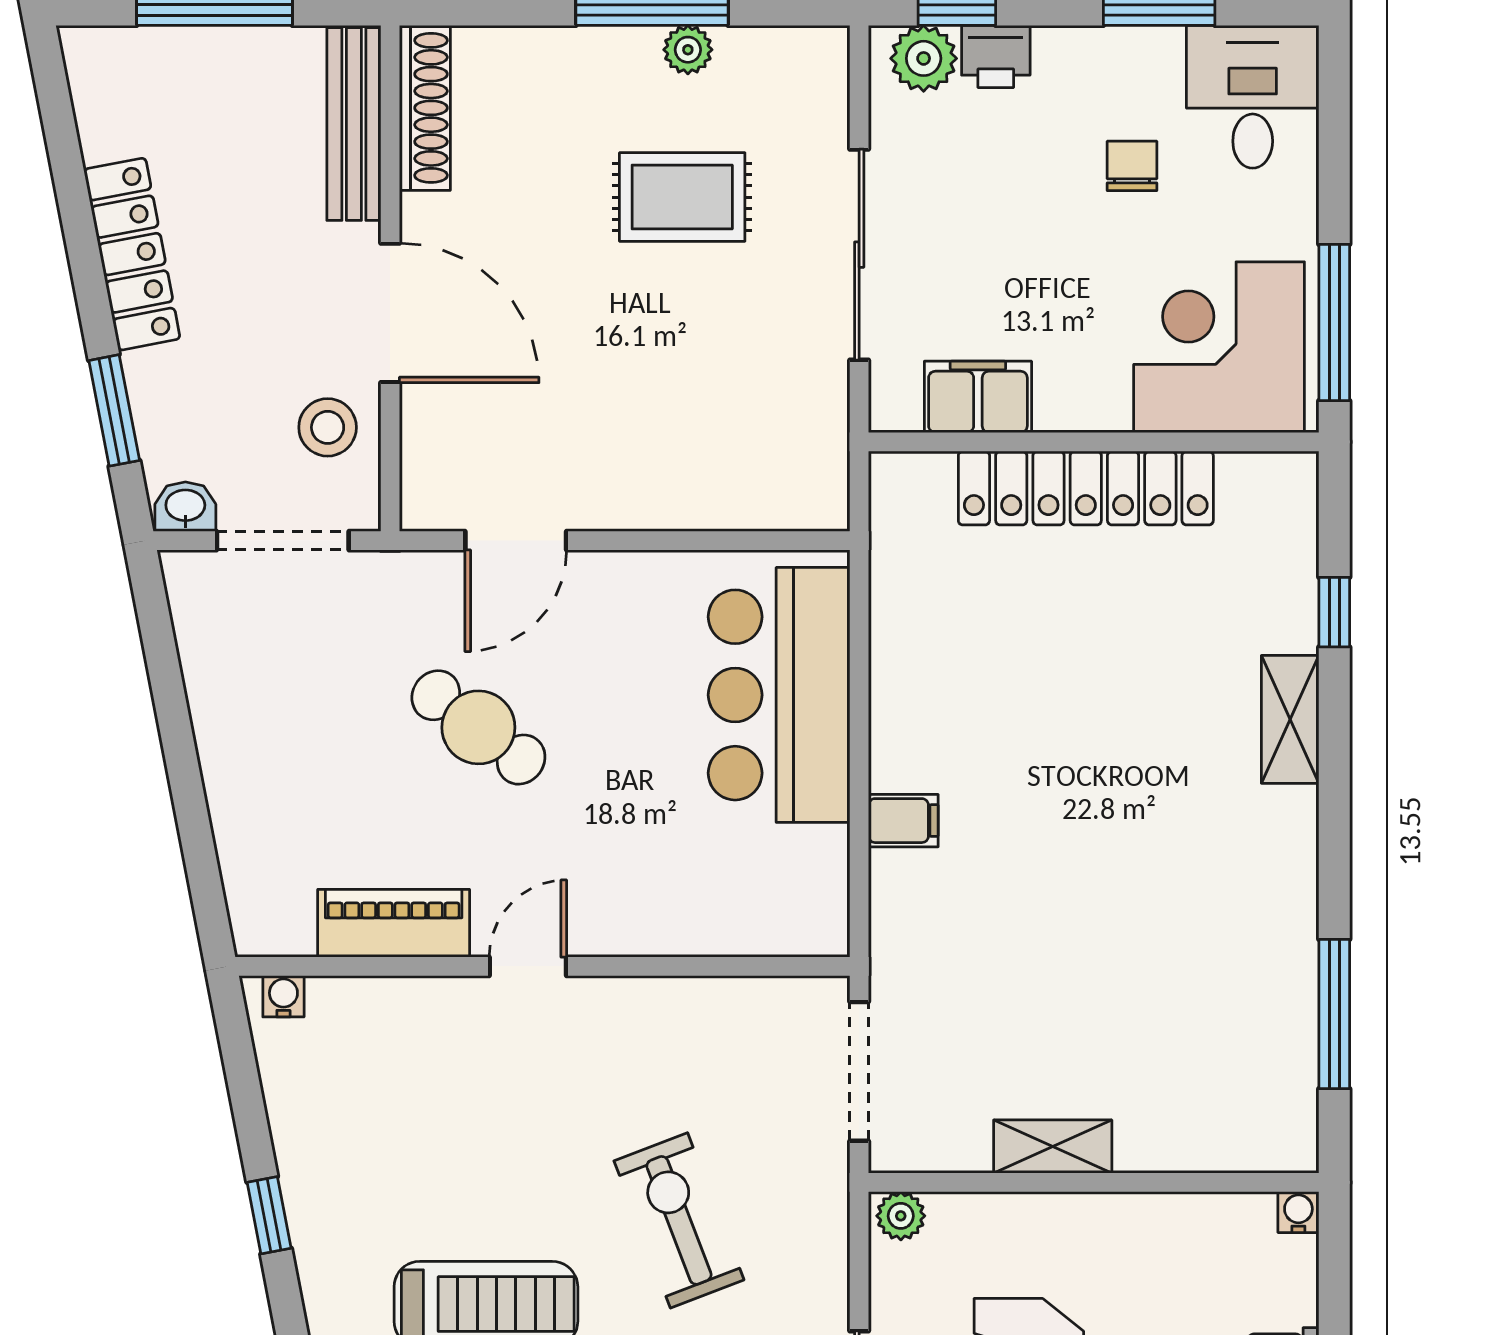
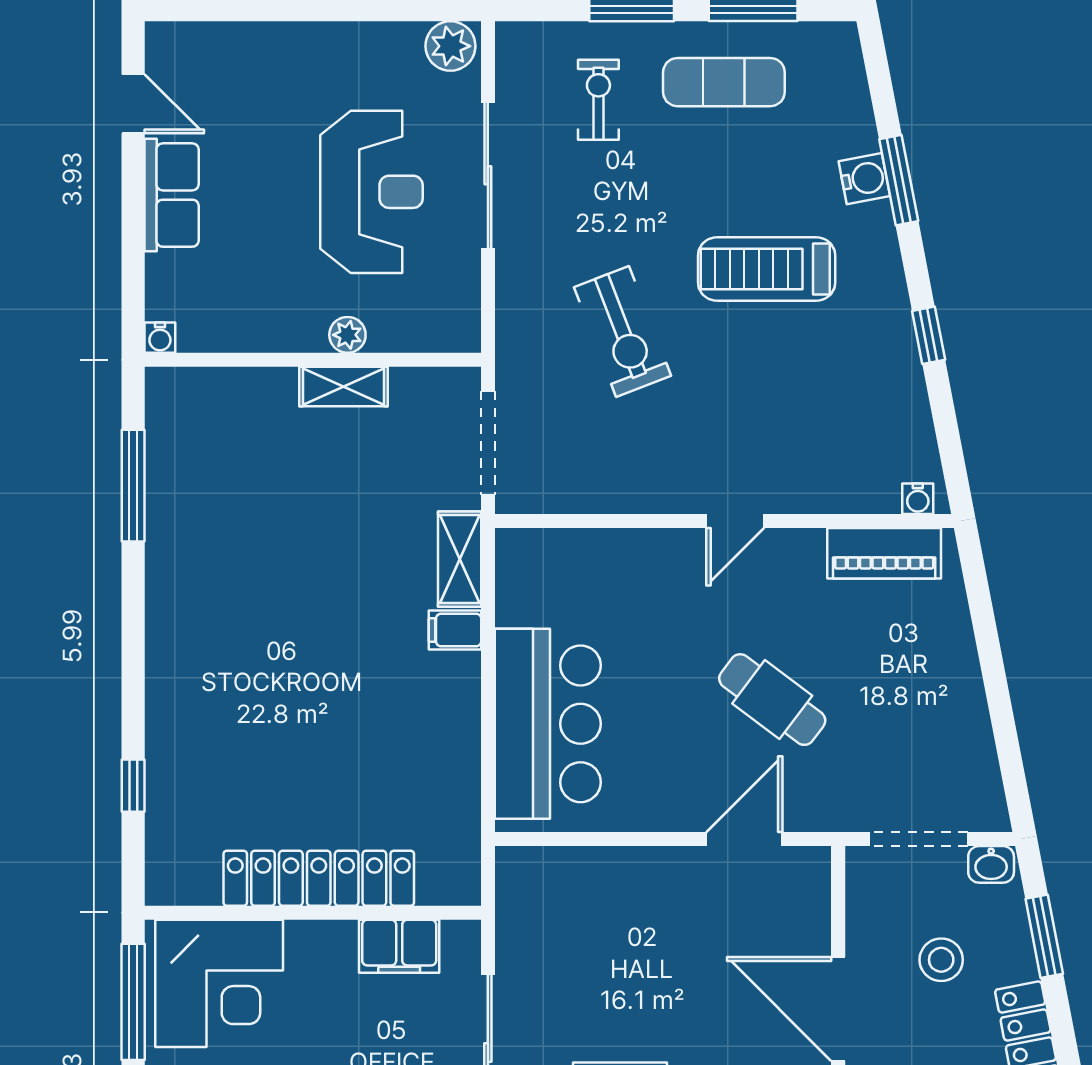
stool: (328, 427) -> (941, 960), moved
shelving: (1290, 719) -> (460, 559), moved
piano: (394, 923) -> (884, 553), moved
plant: (901, 1216) -> (347, 335), moved

